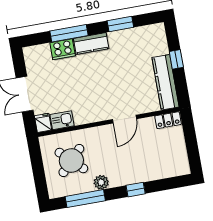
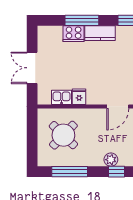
fridge: (43, 123) -> (79, 97), moved
plant: (101, 182) -> (111, 160), moved

